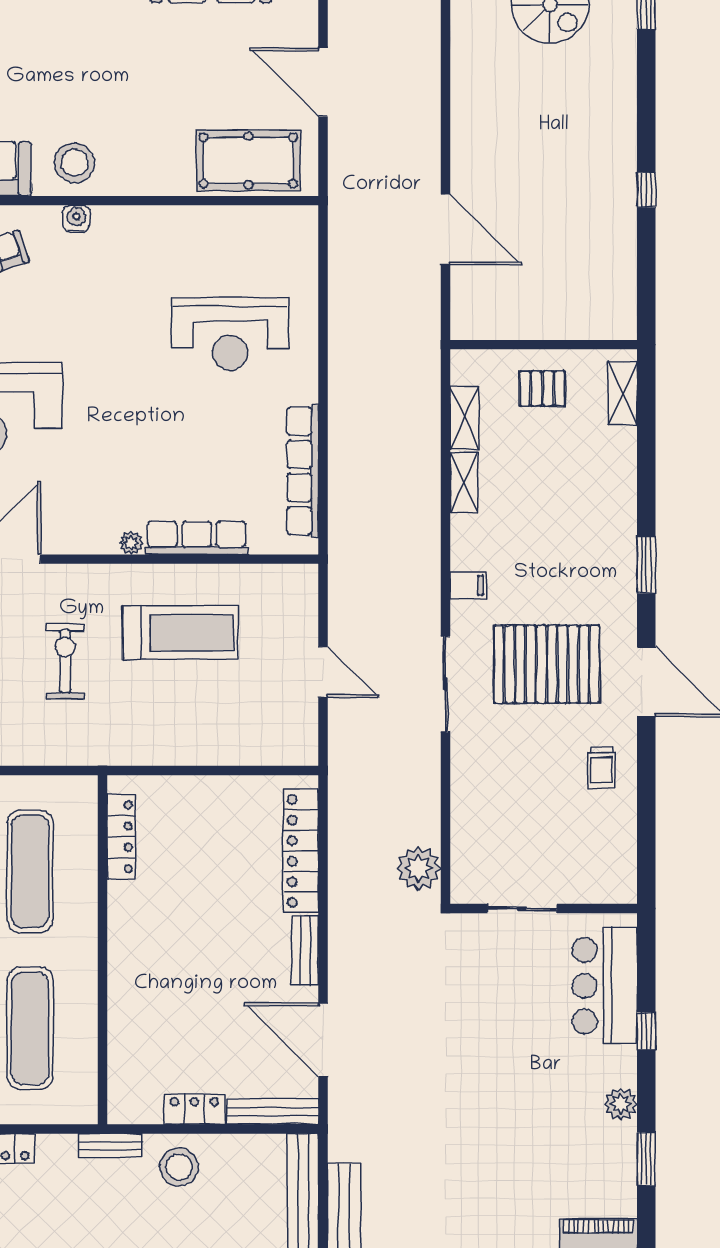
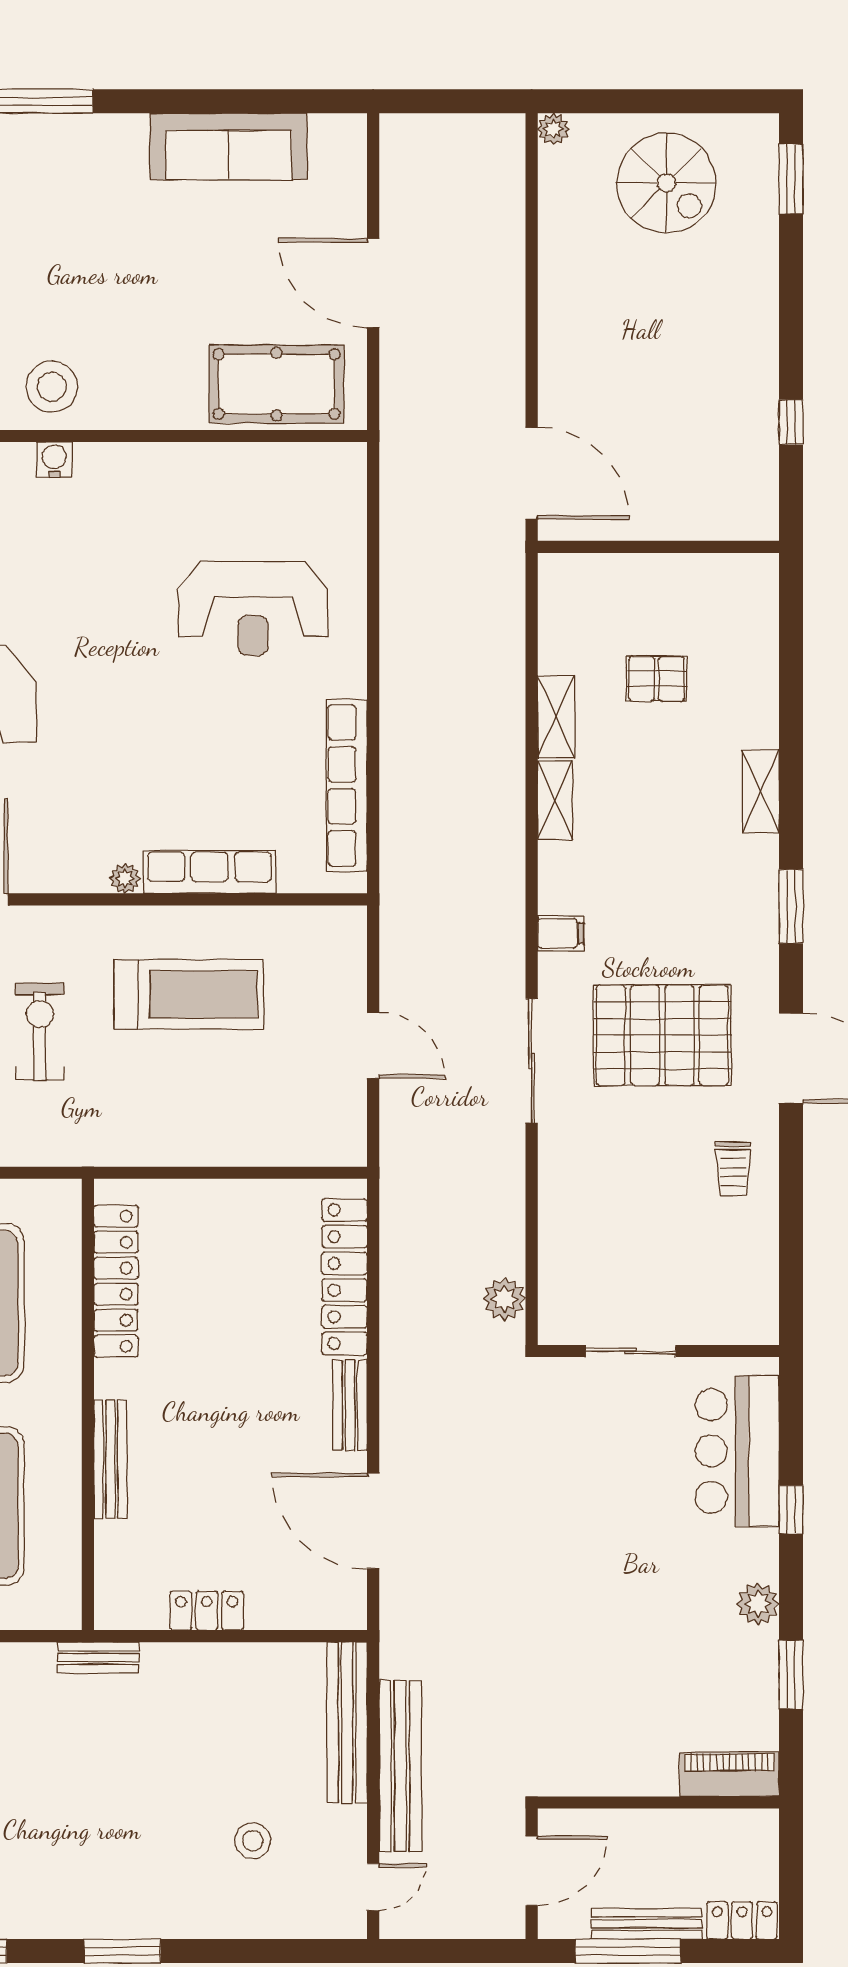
wall: (544, 345) -> (658, 547), moved
shelving: (623, 393) -> (761, 791), moved
locker: (121, 837) -> (116, 1281), width x1.41, depth x1.21
plant: (418, 868) -> (504, 1299), width x0.73, depth x0.73
bench: (273, 1112) -> (110, 1459), moved, turned 90
stool: (179, 1167) -> (187, 1685), removed

